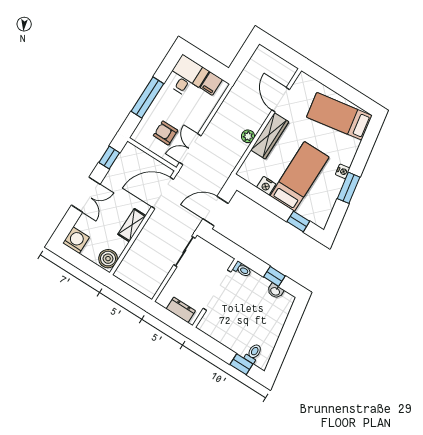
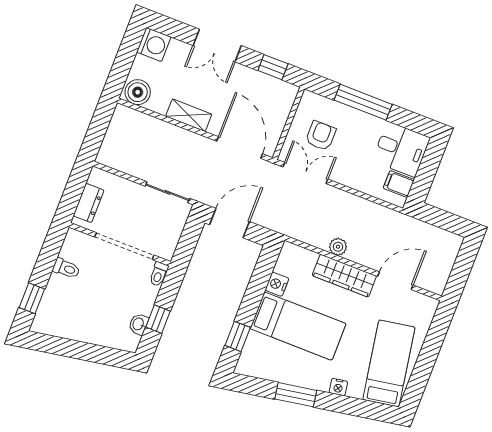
nightstand: (343, 171) -> (338, 387), moved
door: (216, 211) -> (229, 223), hinge flipped
toilet: (253, 353) -> (66, 268), moved

